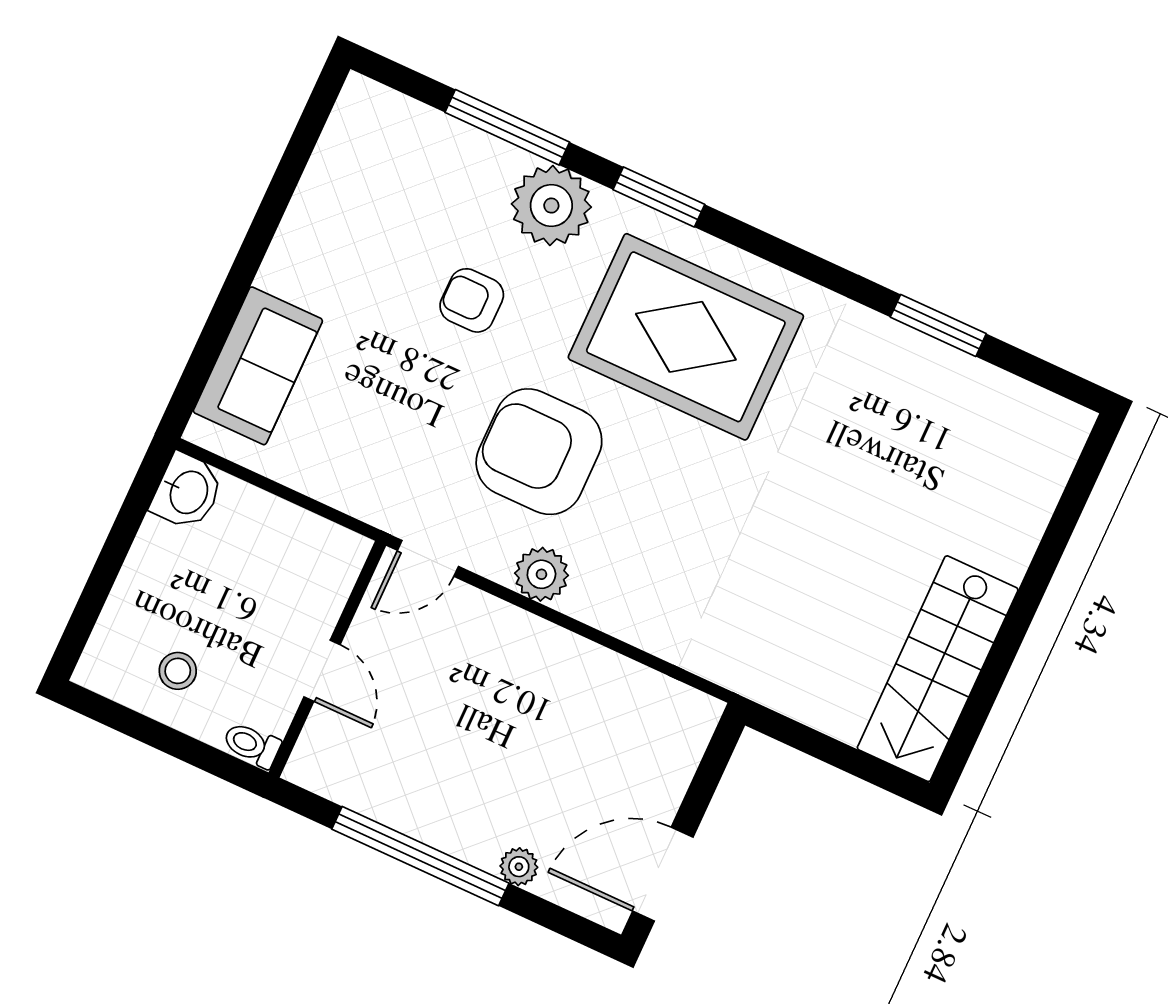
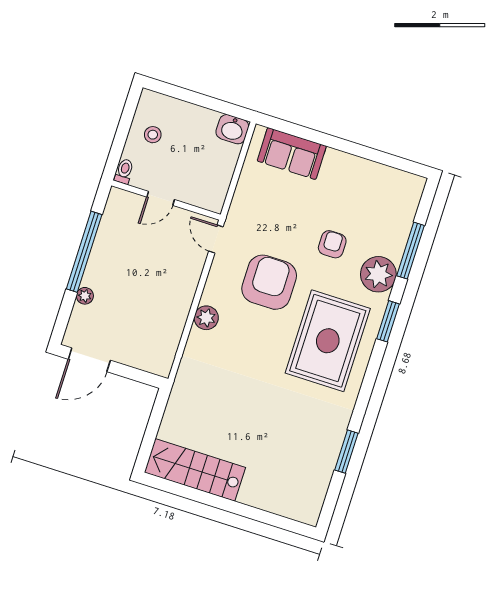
plant: (541, 574) -> (206, 318), moved
door: (663, 874) -> (89, 360), swing flipped

